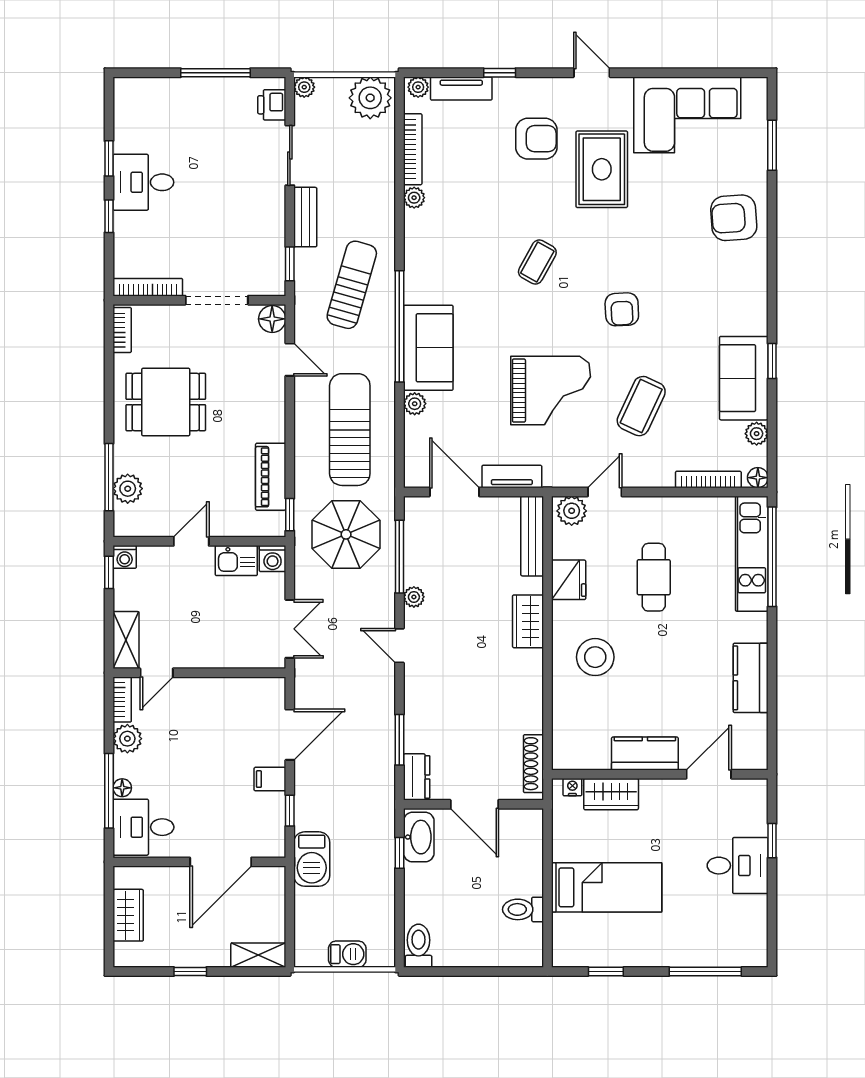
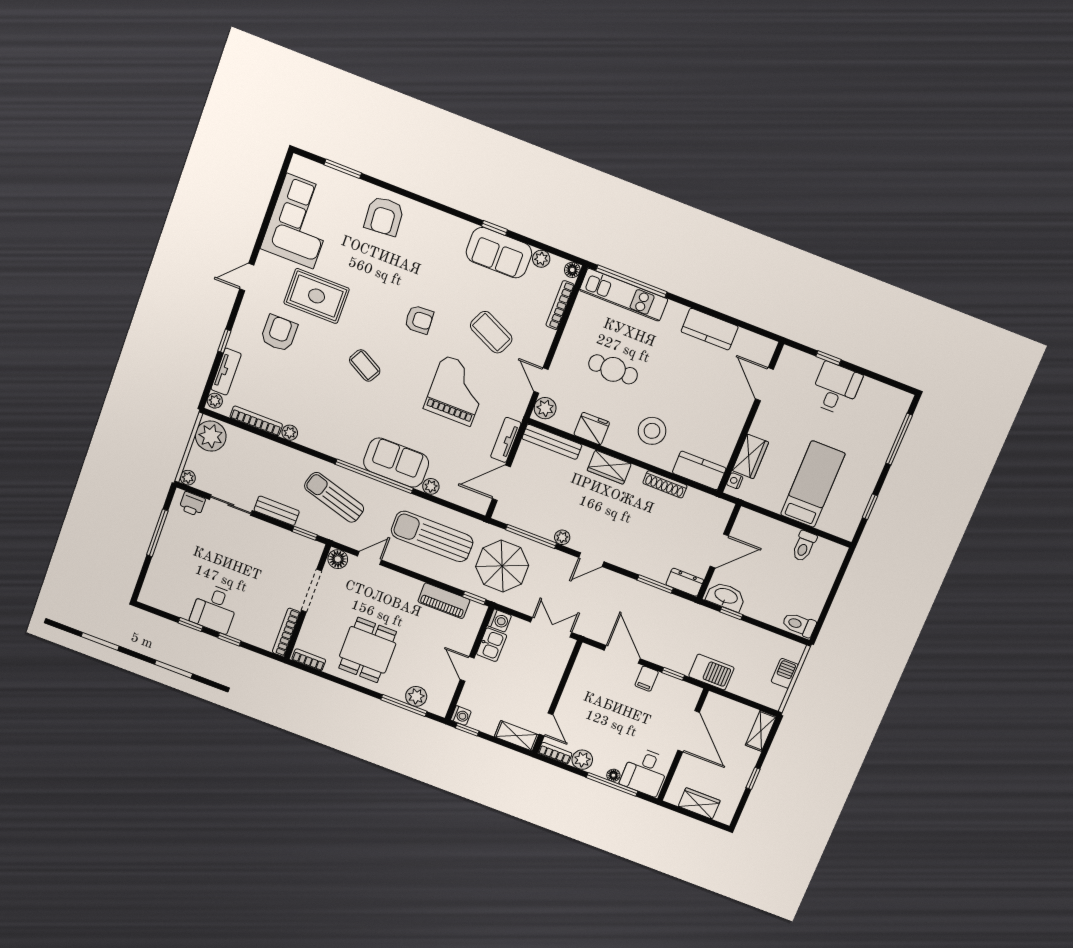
kitchen counter: (645, 754) -> (699, 470), moved, turned 90
shoe rack: (533, 764) -> (665, 484), moved

